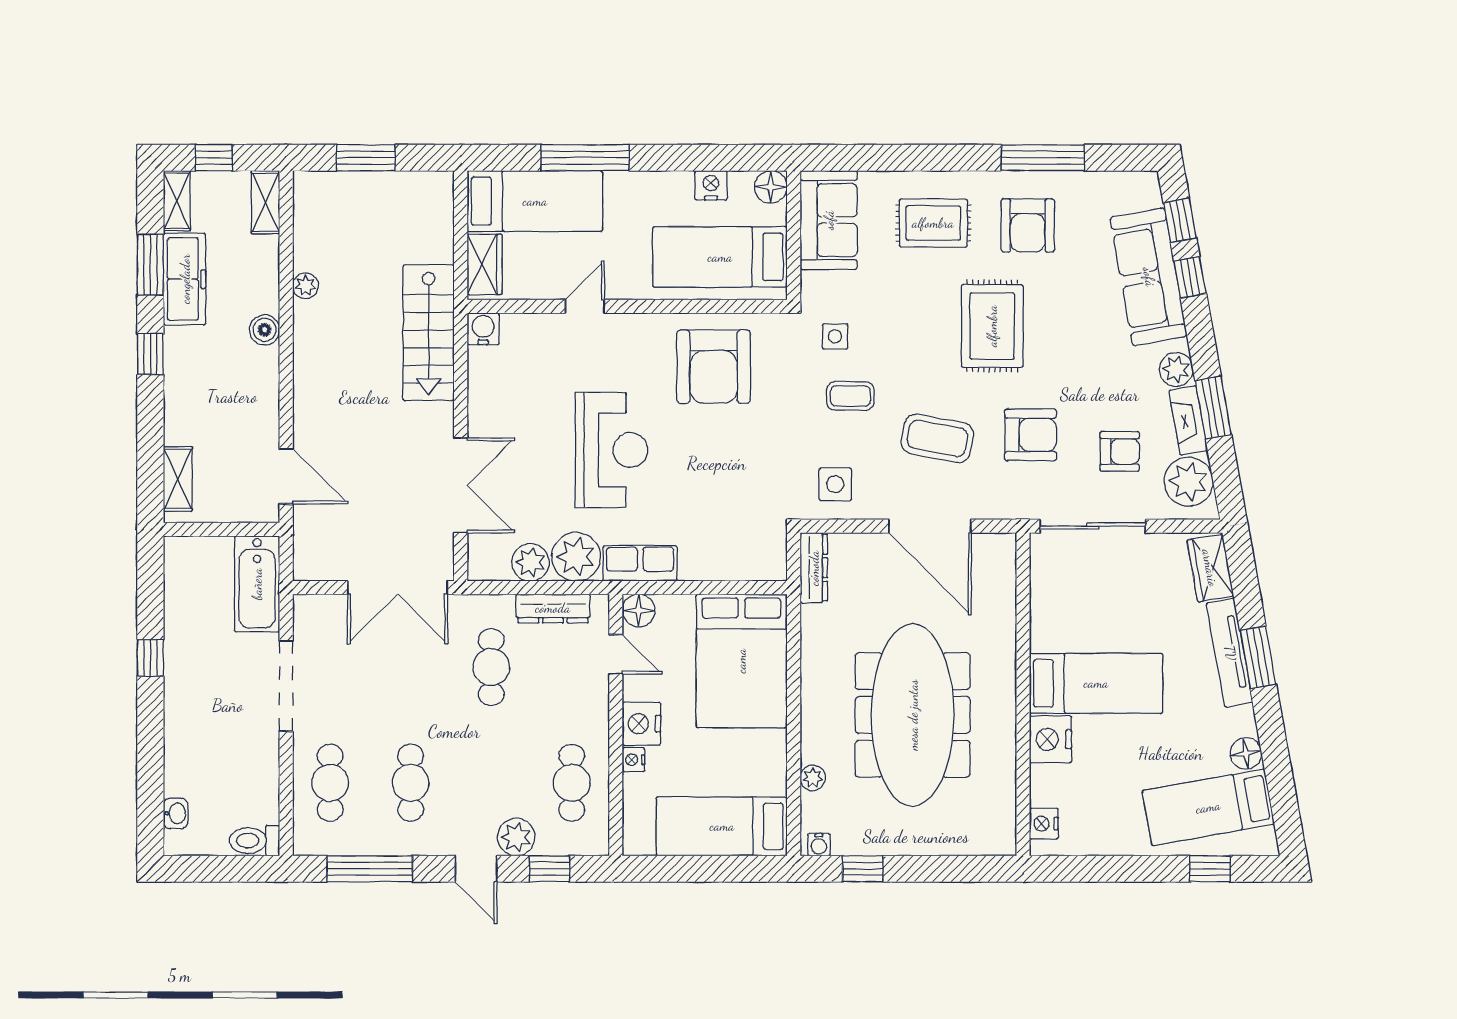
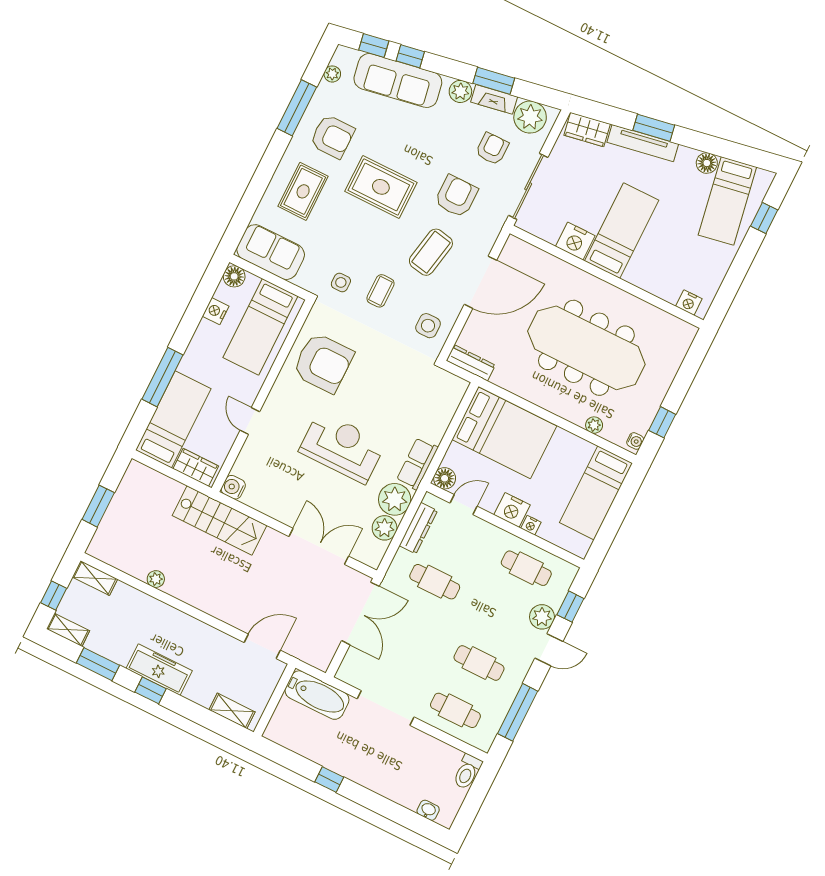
plant: (1113, 183) -> (332, 74), added
freezer: (185, 279) -> (159, 670), moved
boiler: (265, 330) -> (170, 616), removed
nightstand: (1051, 739) -> (575, 241), moved

